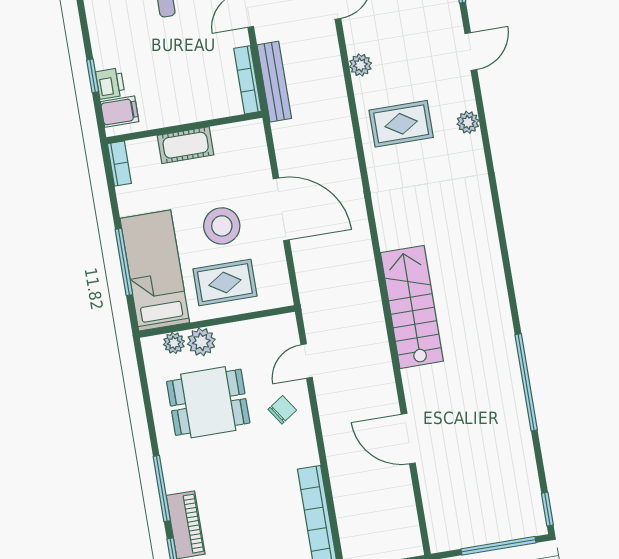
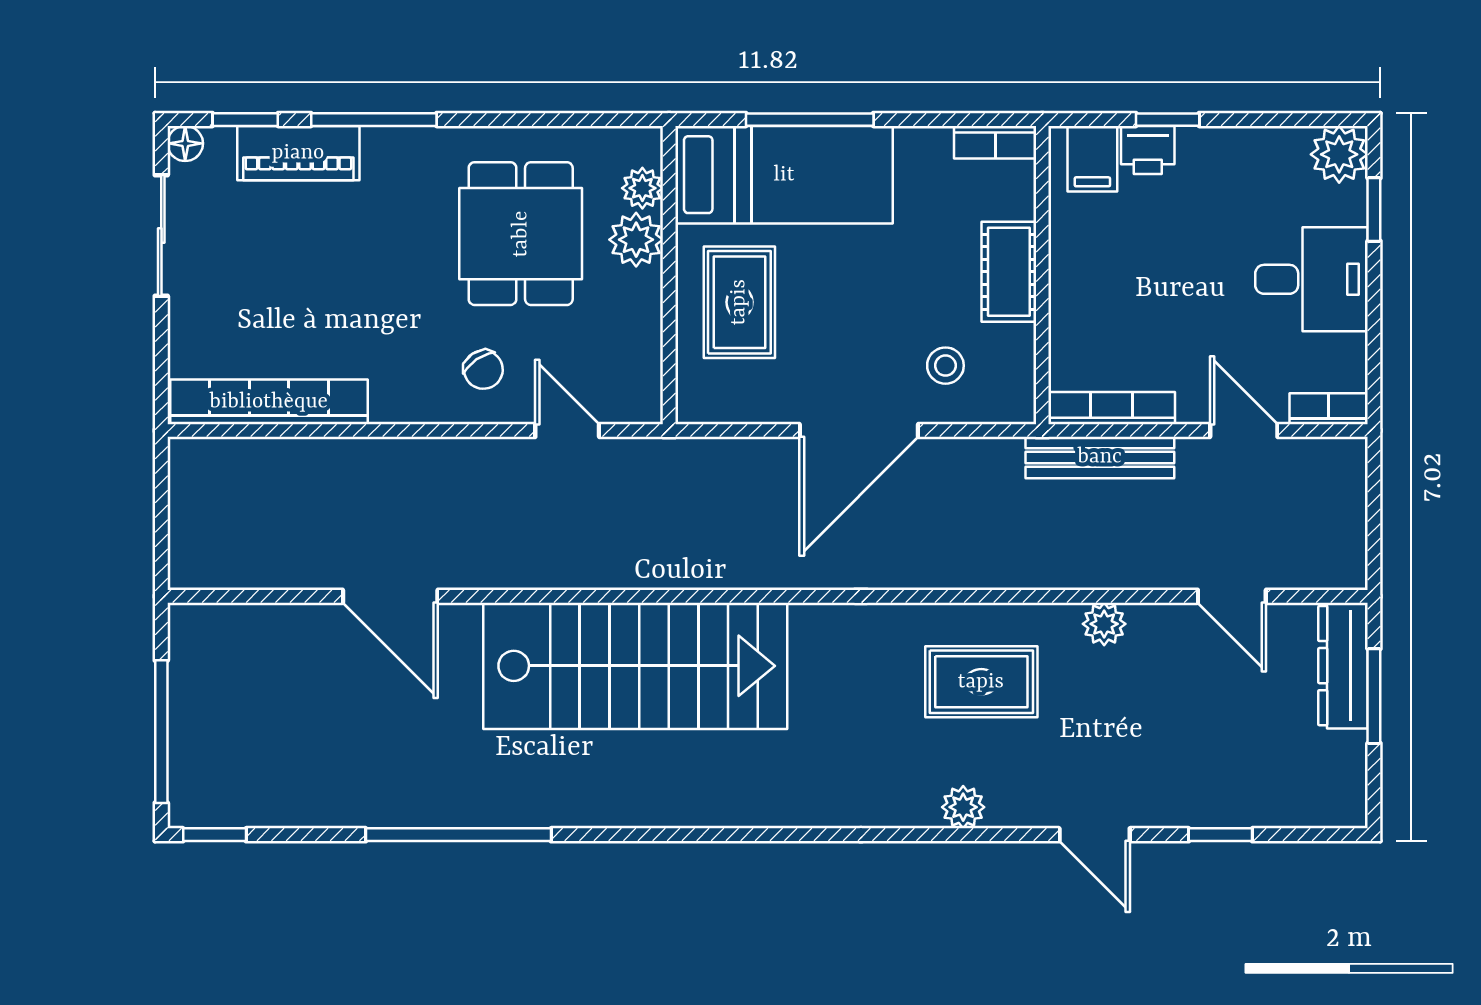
rug: (401, 124) -> (981, 682), turned 90
stool: (222, 226) -> (945, 366), moved, width x0.53, depth x0.53
stairs: (412, 307) -> (635, 666), width x1.36, depth x1.51
door: (408, 439) -> (390, 596), swing flipped

